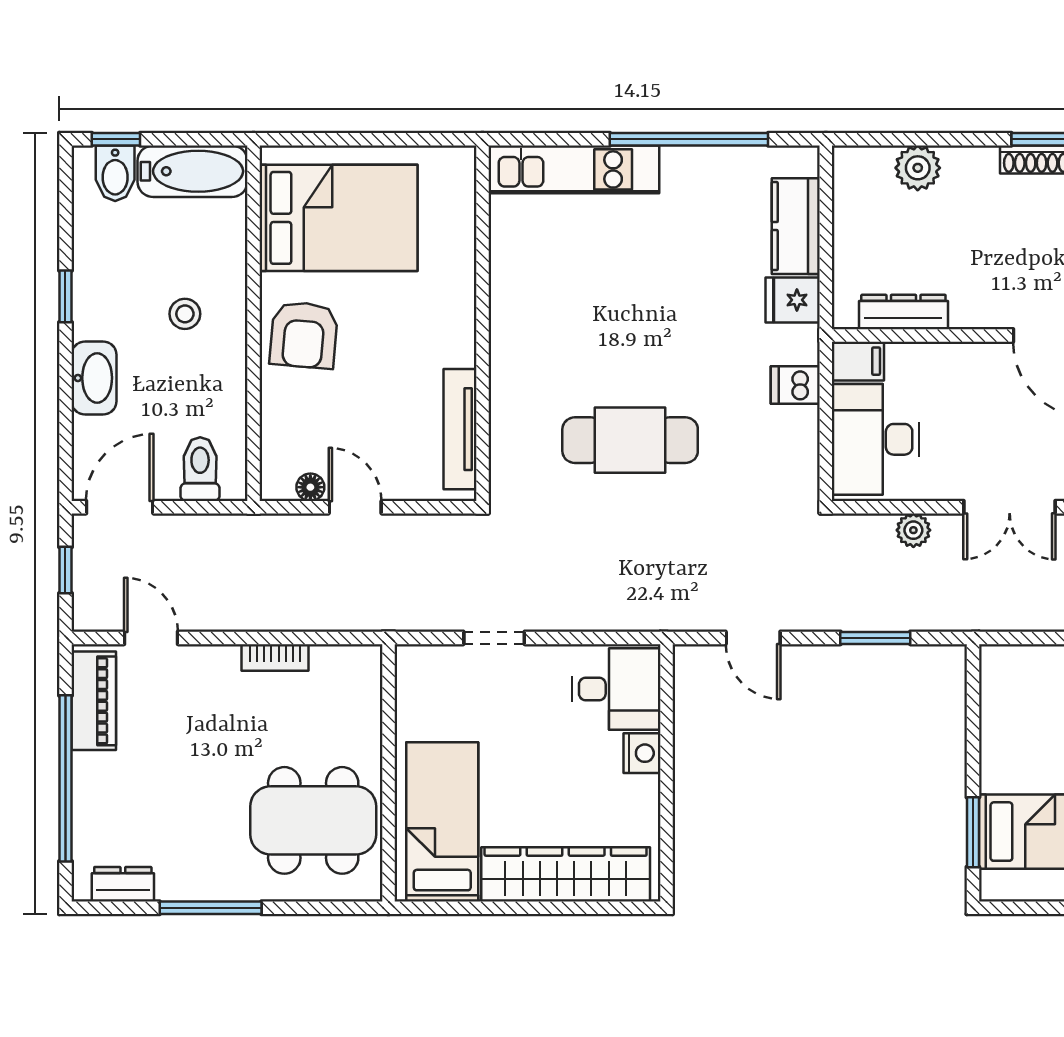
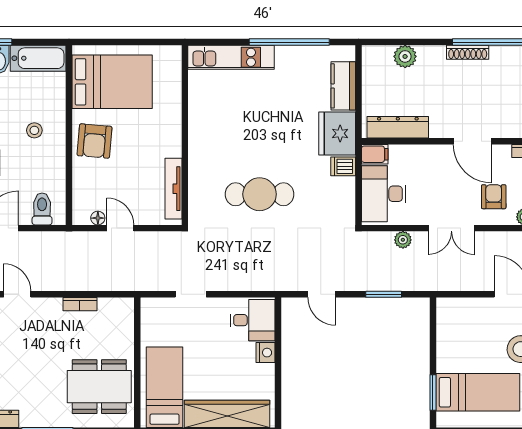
fridge: (793, 300) -> (337, 133), width x1.88, depth x1.34
dresser: (903, 312) -> (398, 127), width x1.37, depth x1.24

